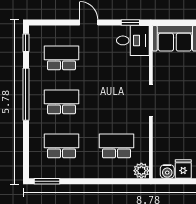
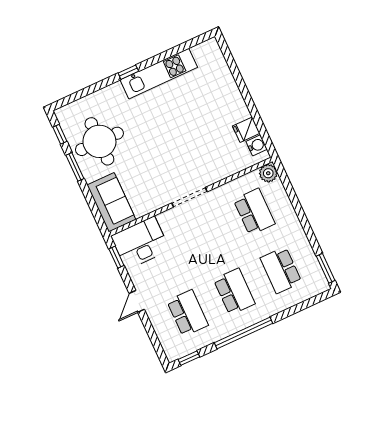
desk: (133, 40) -> (140, 243), width x1.37
school desk: (61, 58) -> (188, 313), turned 180
school desk: (61, 102) -> (234, 292), turned 180
school desk: (116, 146) -> (254, 212), turned 180

